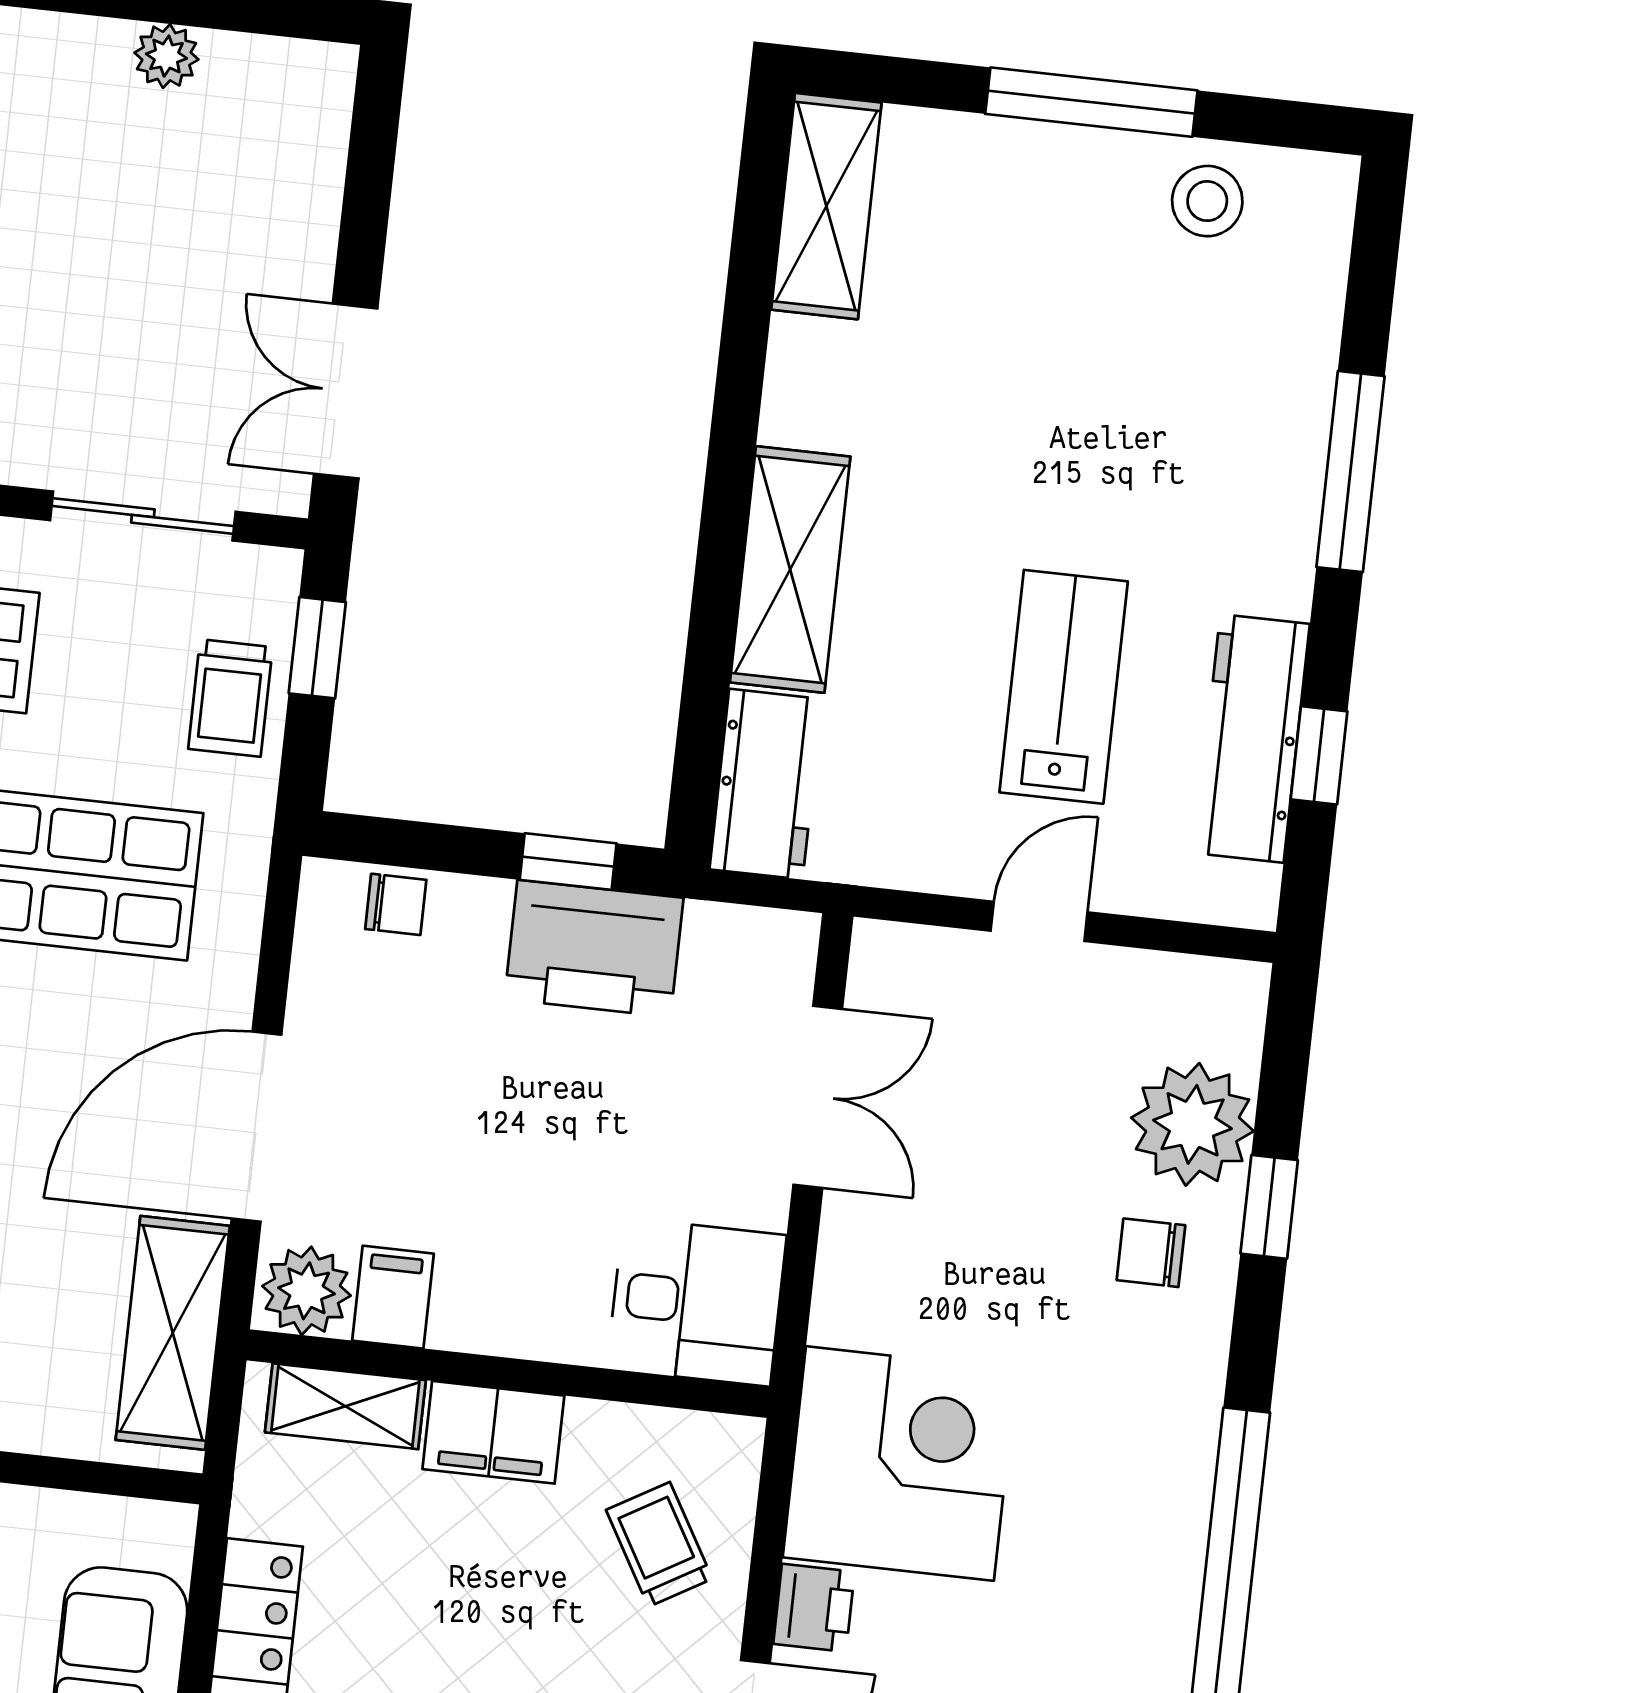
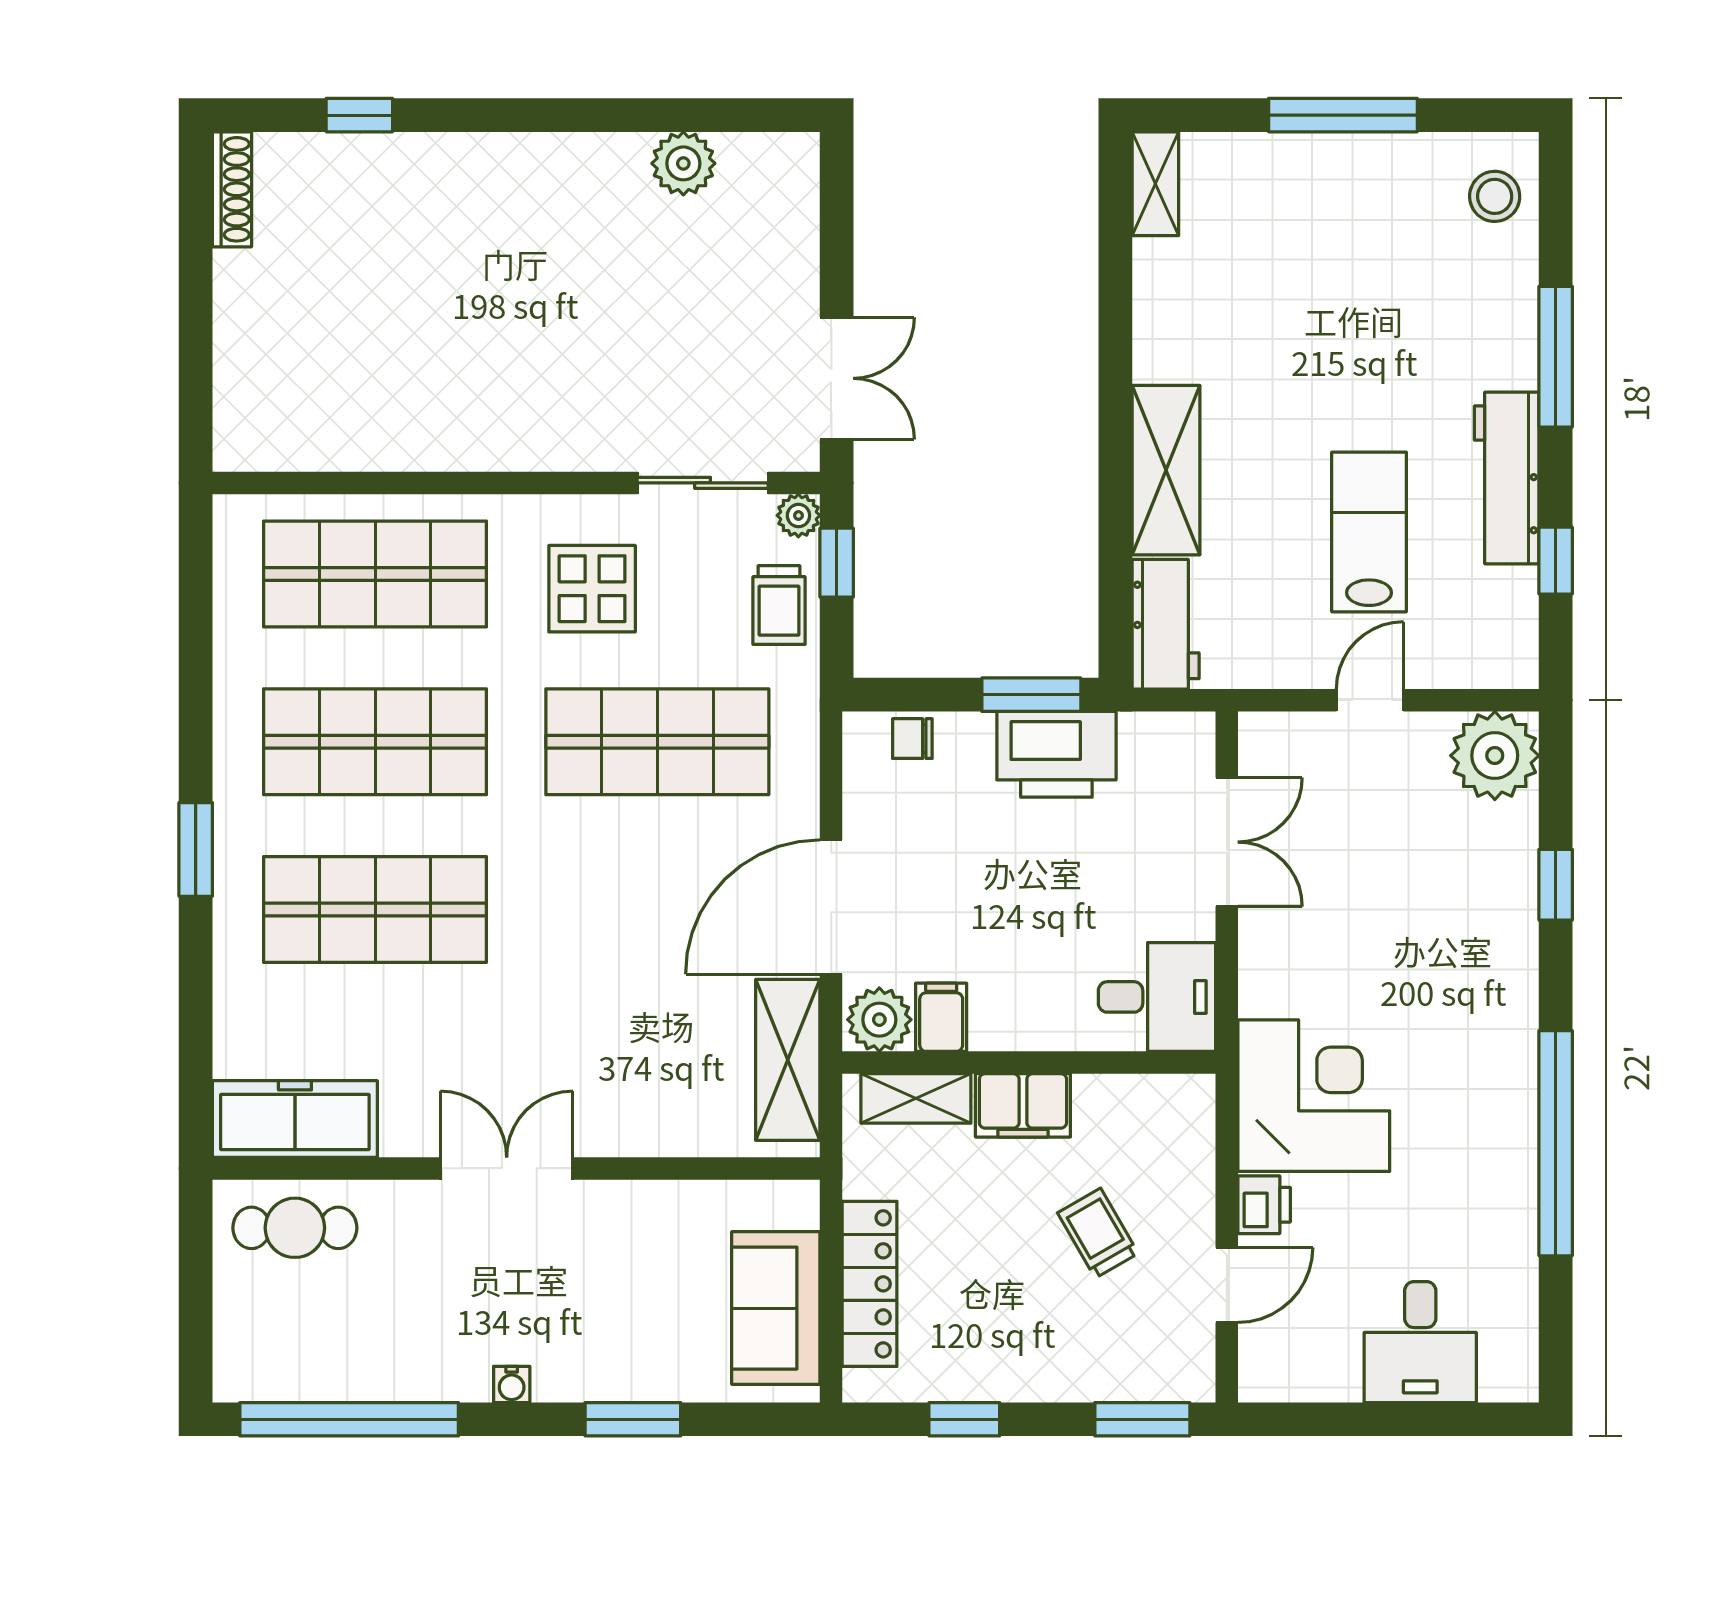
plant: (167, 56) -> (683, 163), width x1.38, depth x1.38
stool: (1207, 201) -> (1495, 196), moved
shelving: (826, 206) -> (1155, 184), width x0.67, depth x0.75
double door: (346, 391) -> (837, 378), swing flipped
plant: (271, 576) -> (798, 515), added
workbench: (1252, 738) -> (1507, 478), moved
window: (568, 862) -> (1031, 695), width x1.50
chair: (396, 904) -> (912, 739), turned 180
plant: (1193, 1124) -> (1495, 756), moved
chair: (1151, 1253) -> (1475, 926), removed
trolley: (659, 1544) -> (1098, 1233), moved

